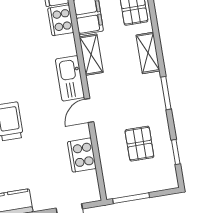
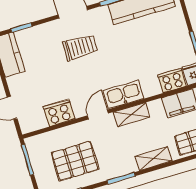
shelving: (91, 55) -> (132, 115), moved
door: (89, 111) -> (98, 114), hinge flipped
pallet: (139, 144) -> (75, 161), width x1.50, depth x1.42

